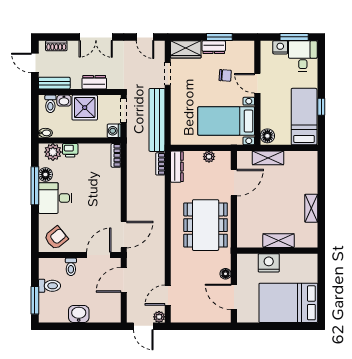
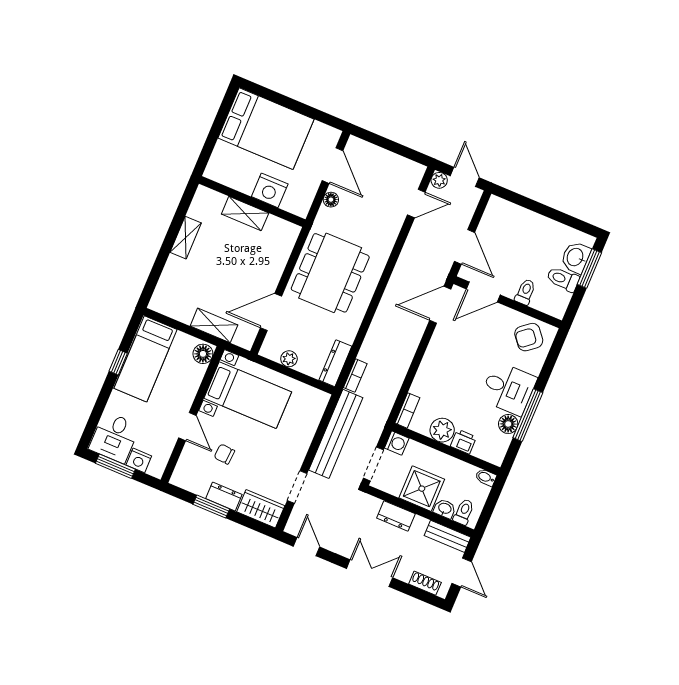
plant: (53, 152) -> (442, 430), moved
door: (124, 280) -> (465, 247), hinge flipped
washbasin: (79, 314) -> (576, 257), moved, turned 90

